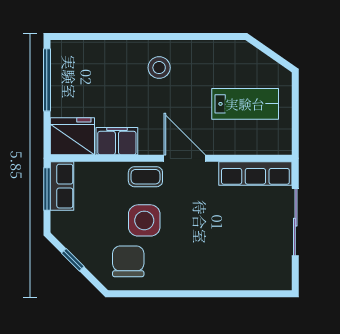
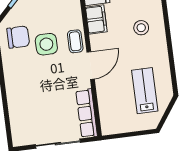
stool: (159, 68) -> (141, 28), moved
lab bench: (245, 104) -> (145, 91), moved, turned 180

